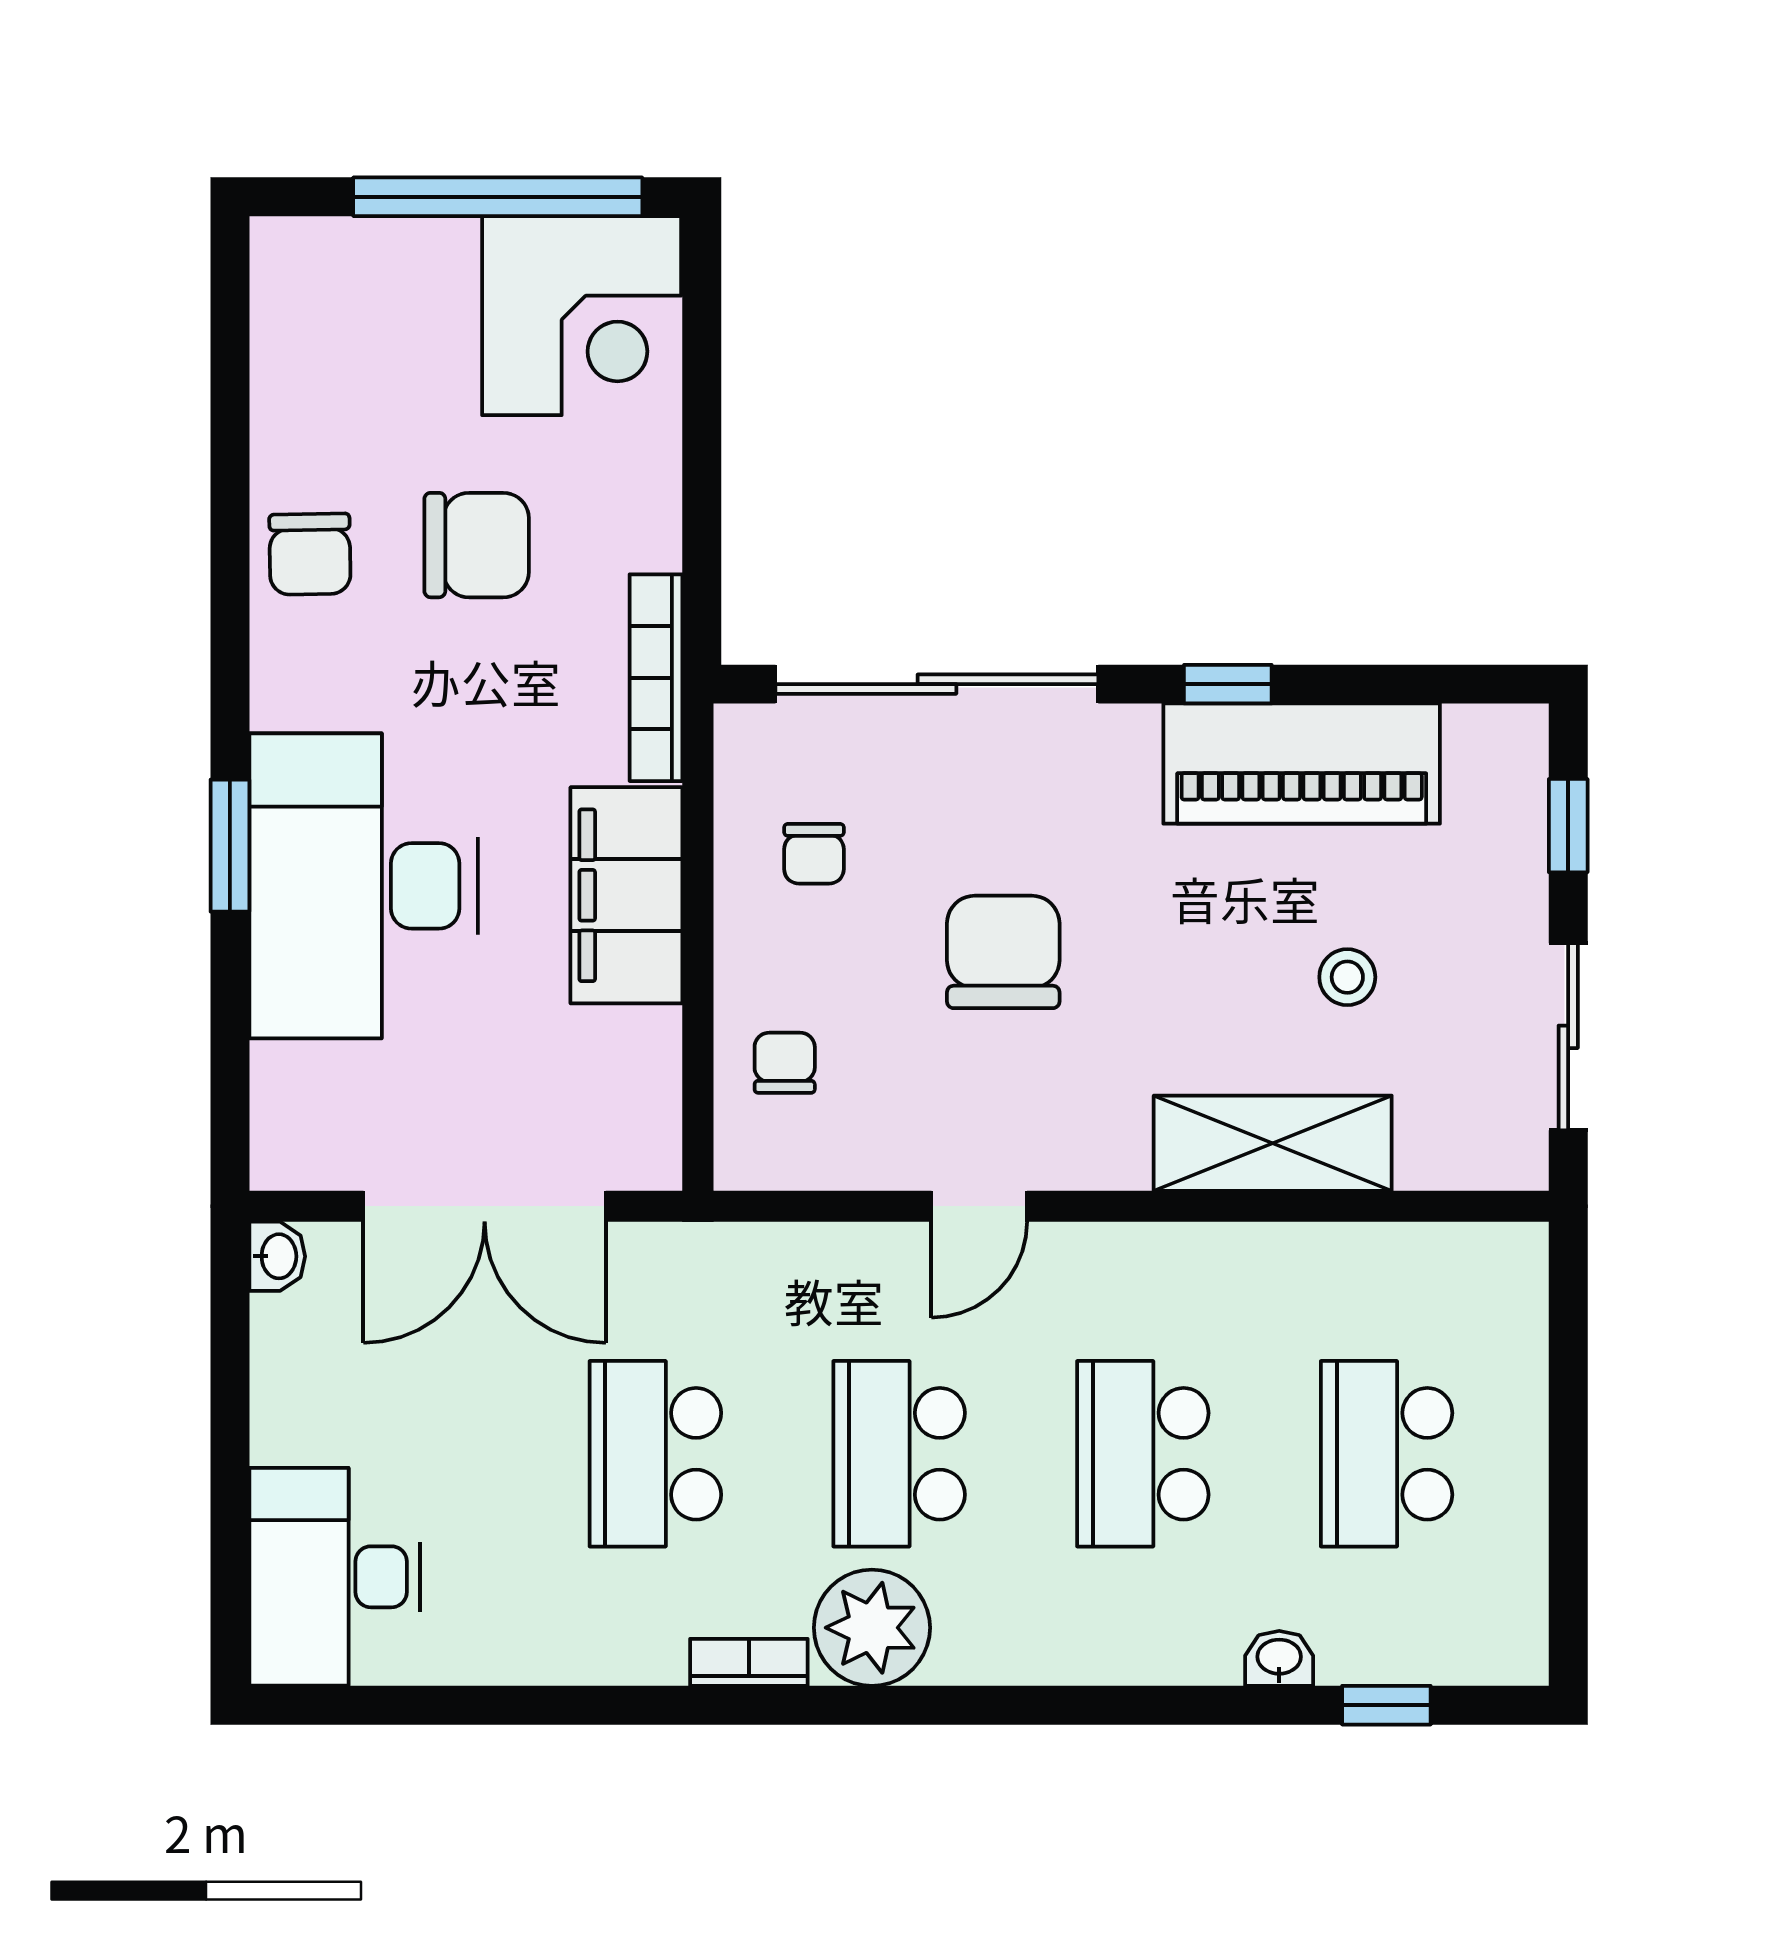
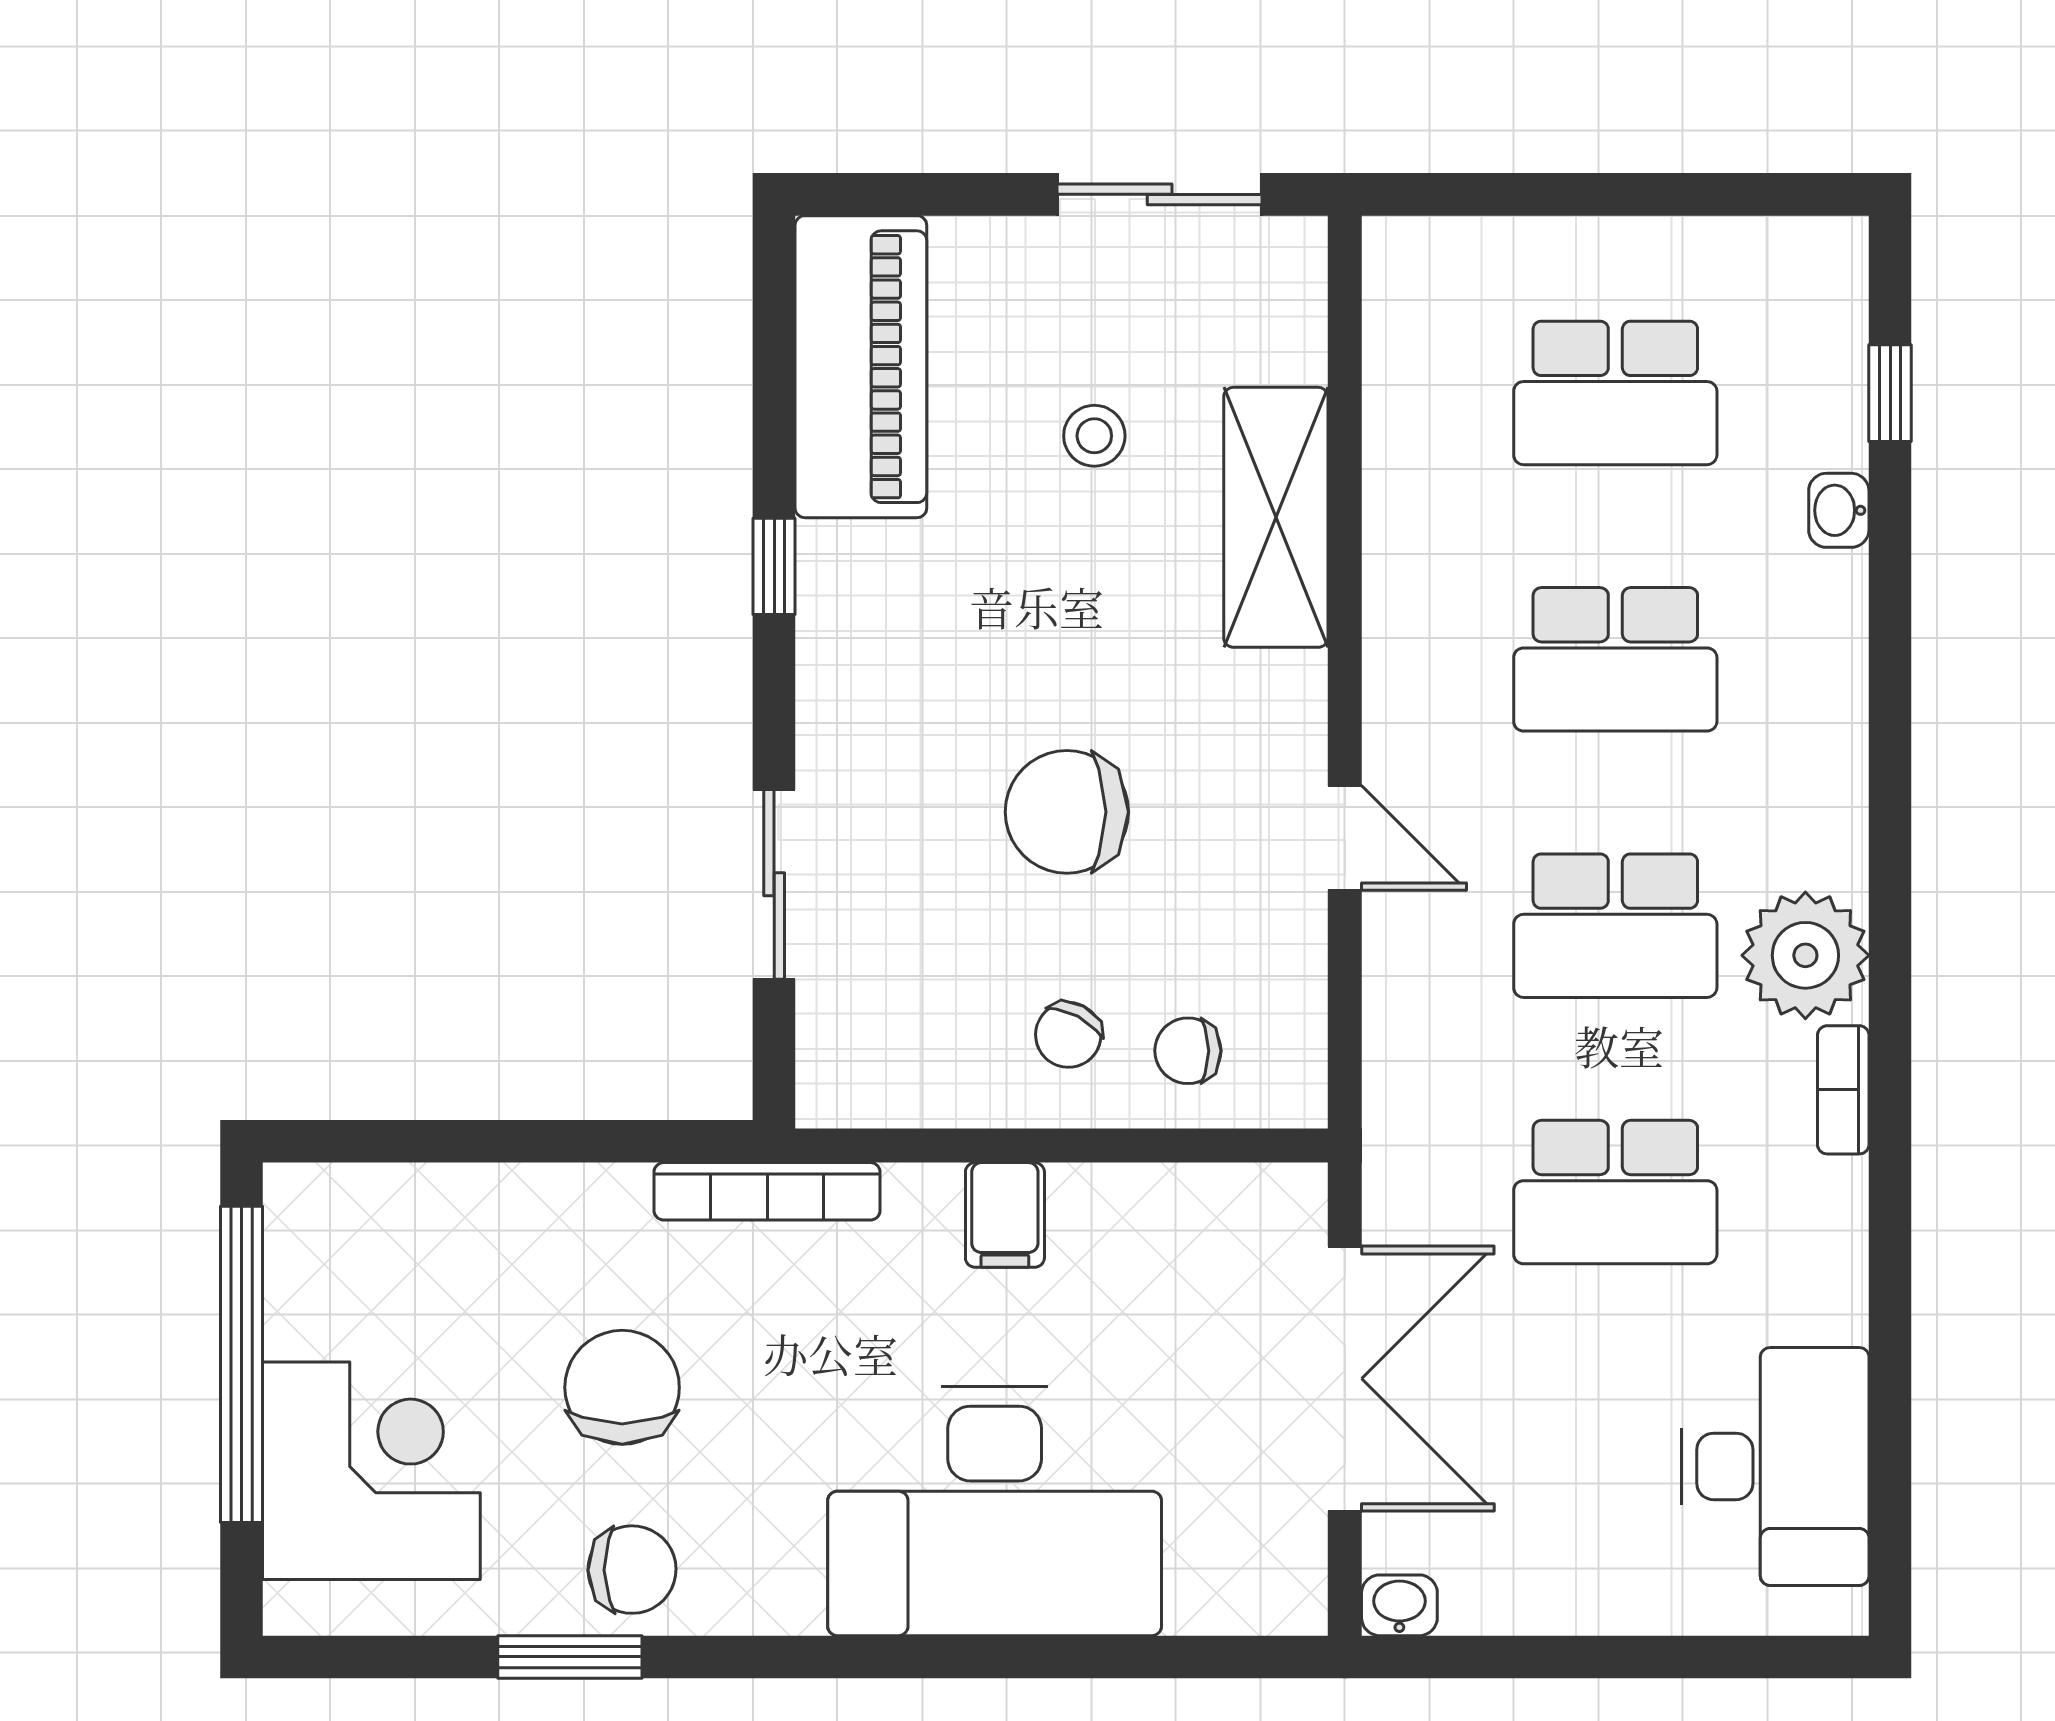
corner desk: (582, 316) -> (371, 1471), moved
sliding door: (937, 684) -> (774, 884), width x0.54
piano: (1302, 764) -> (861, 367), moved
window: (1568, 826) -> (929, 194), removed
window: (230, 846) -> (570, 1657), moved
chair: (814, 854) -> (1068, 1035), moved, turned 118
filing cabinet: (626, 895) -> (1005, 1215), width x0.33, depth x0.86
desk: (335, 1577) -> (1775, 1466), moved, turned -90

